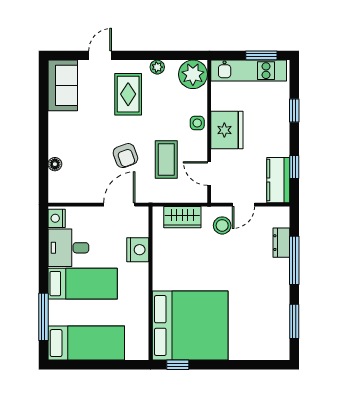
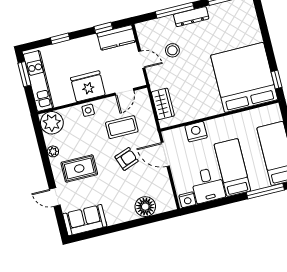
floor lamp: (55, 164) -> (145, 207), width x1.89, depth x1.89
stool: (222, 225) -> (172, 50), moved
dresser: (281, 243) -> (191, 17), moved, width x1.44

